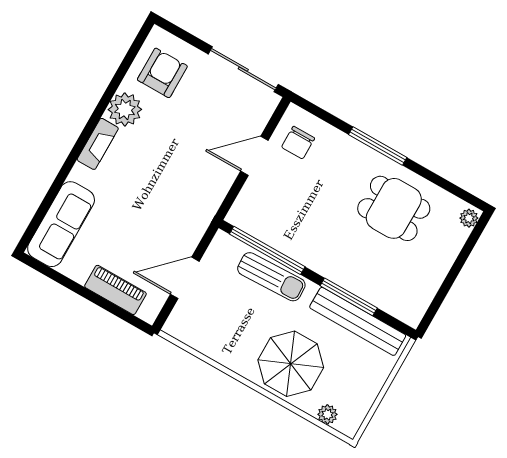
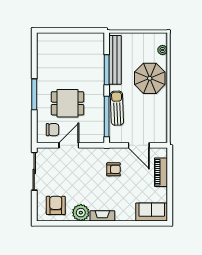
armchair: (162, 73) -> (56, 205), turned 90
door: (254, 156) -> (69, 145), swing flipped
dining table: (394, 208) -> (67, 103), moved, turned 90
armchair: (168, 210) -> (114, 169), added
plant: (469, 218) -> (43, 37), removed
sofa: (61, 224) -> (152, 212), width x0.73

